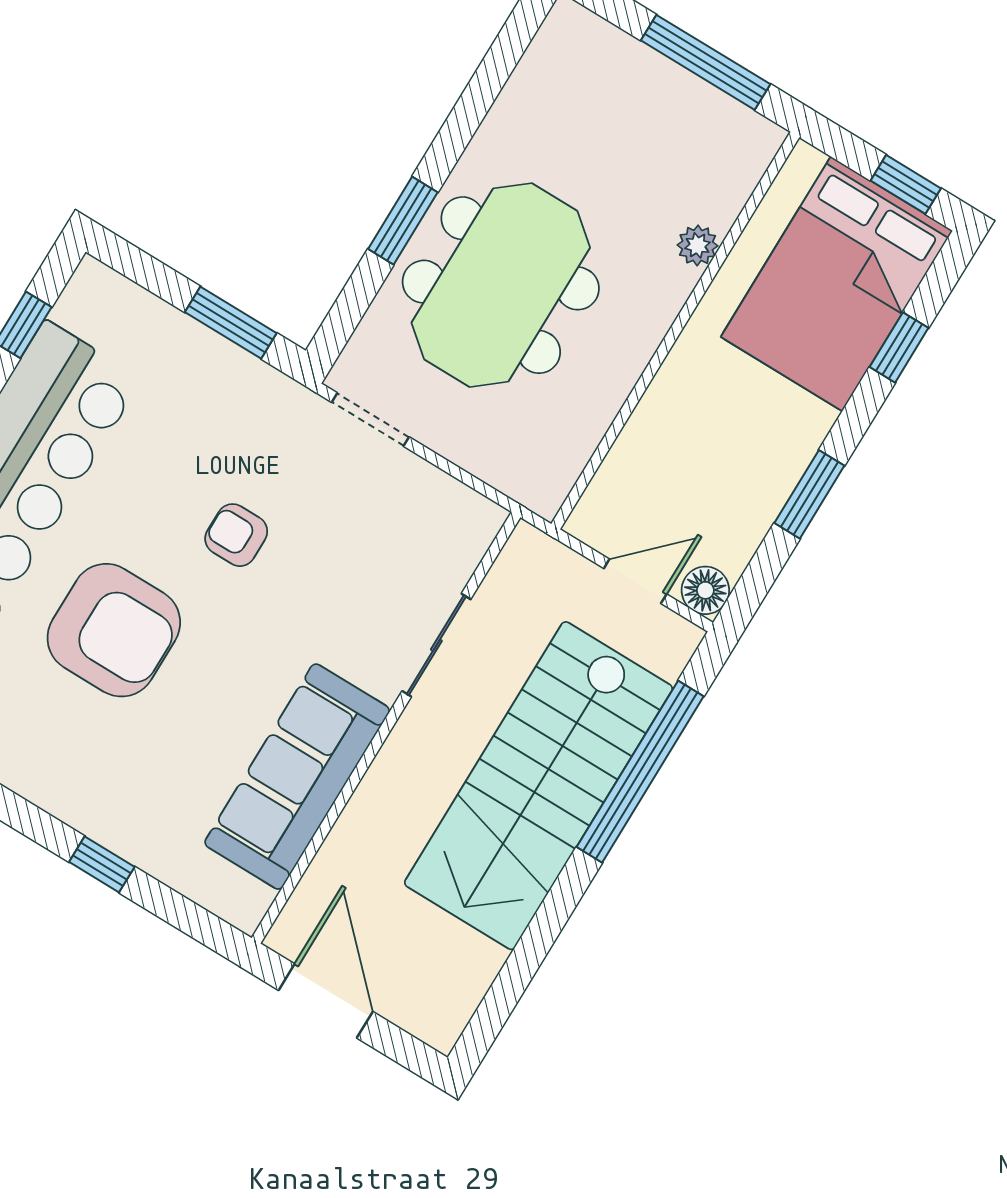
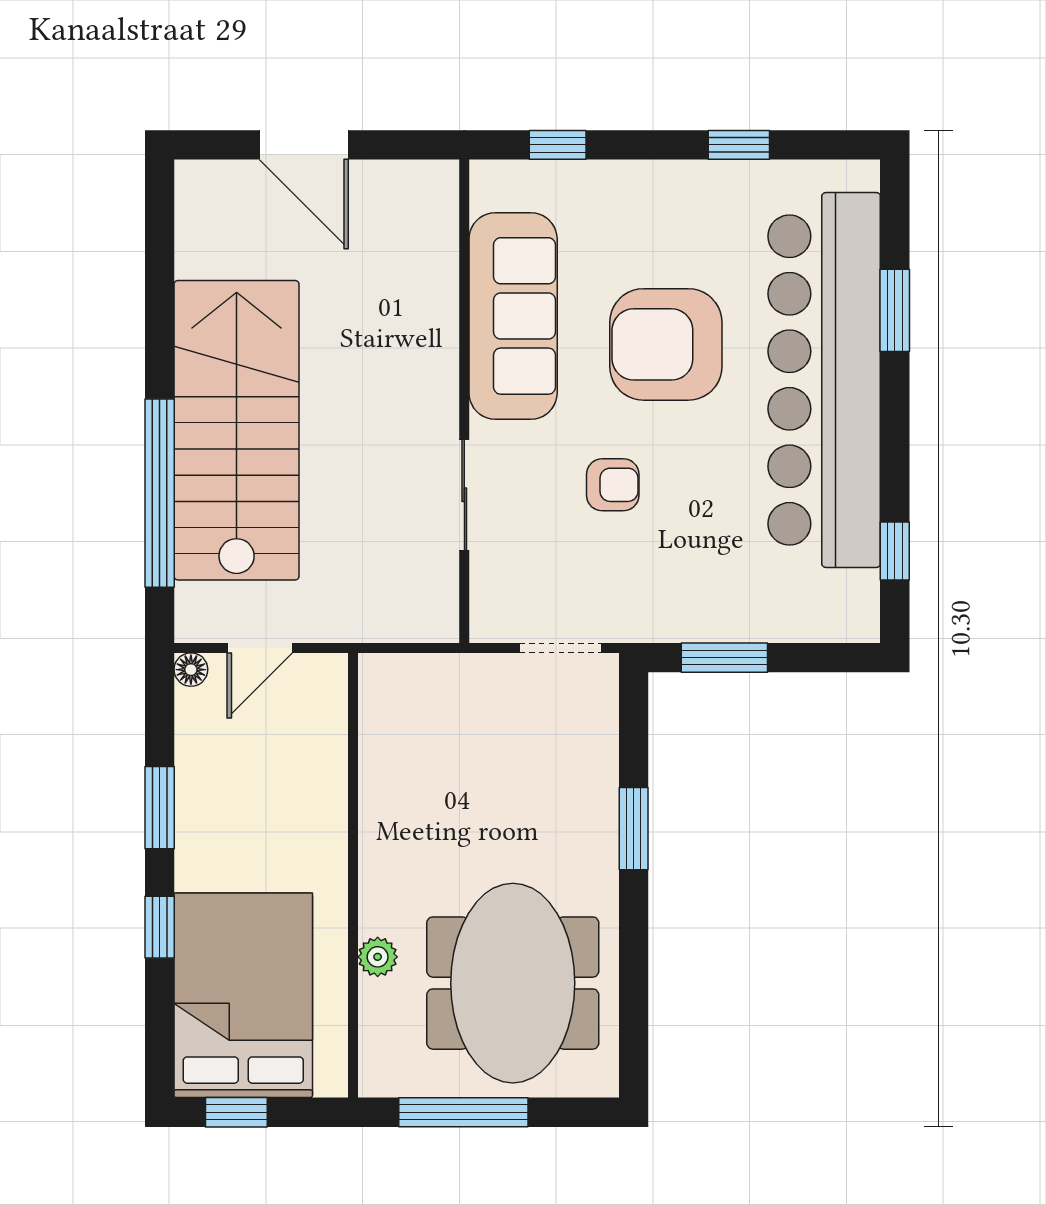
meeting table: (501, 285) -> (513, 983), moved
window: (899, 347) -> (160, 927), moved
floor lamp: (705, 590) -> (191, 670), width x0.73, depth x0.73
sliding door: (436, 645) -> (464, 495), moved
wall: (386, 728) -> (464, 401), moved
sofa: (297, 777) -> (513, 316), moved

